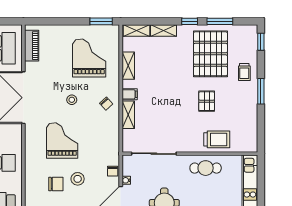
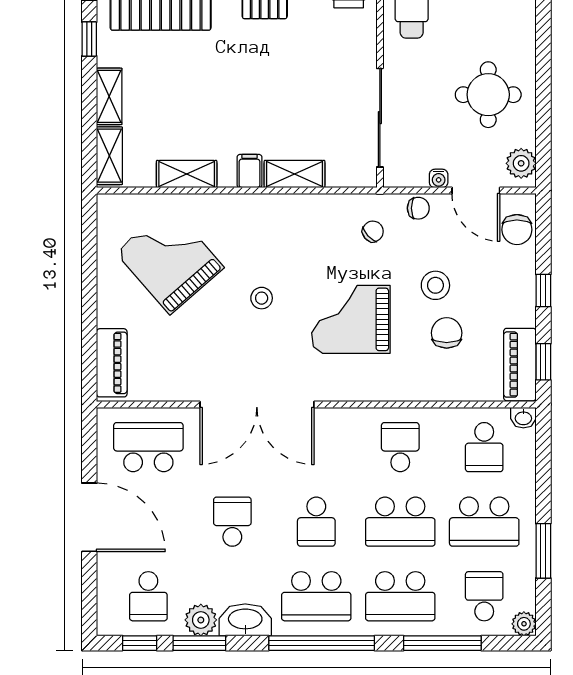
window: (101, 21) -> (89, 234), removed
piano: (32, 46) -> (112, 363), moved, turned 90
grand piano: (89, 58) -> (170, 260), turned 49
chair: (106, 104) -> (373, 231), moved

